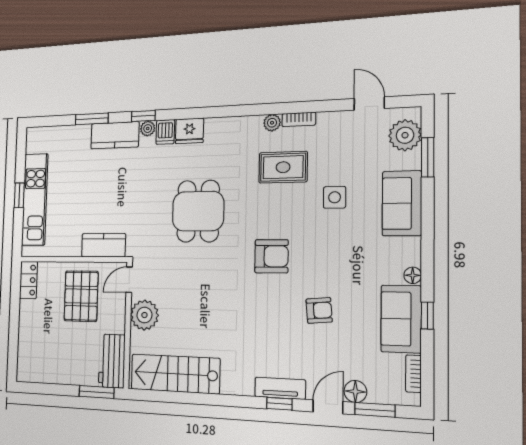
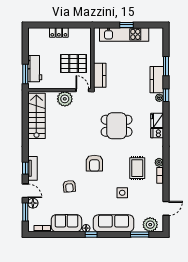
dishwasher: (165, 132) -> (157, 133), moved
sofa: (402, 203) -> (113, 223), width x1.36
locker: (28, 280) -> (59, 32), moved
window: (427, 316) -> (91, 235), moved
workbench: (112, 361) -> (35, 69), moved, turned 90

